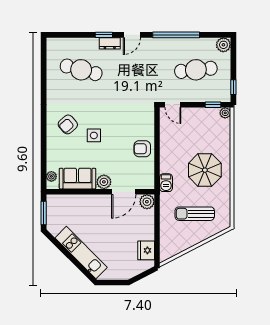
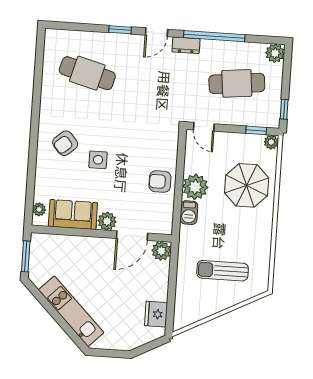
dresser: (110, 43) -> (186, 45), moved
plant: (169, 151) -> (195, 187), added
parasol: (205, 170) -> (247, 185), moved
barbecue: (166, 183) -> (189, 213), moved

